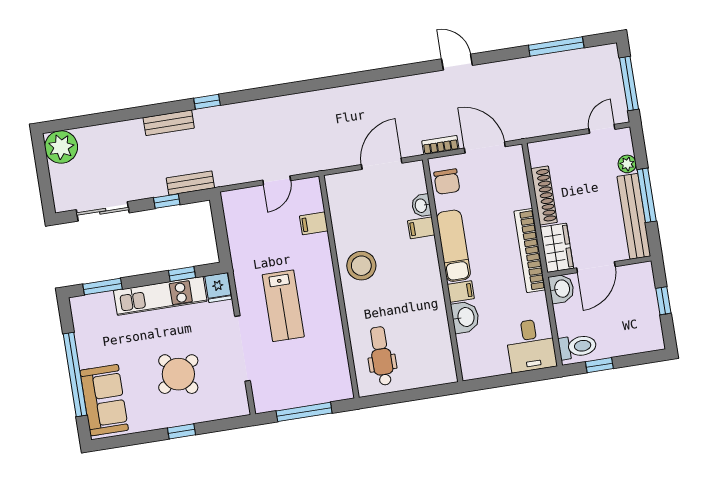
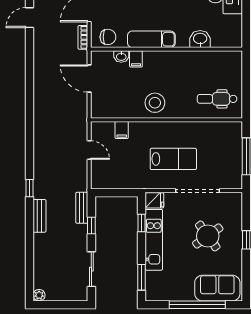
plant: (61, 147) -> (39, 295), width x0.53, depth x0.53
filing cabinet: (461, 291) -> (183, 39), removed

